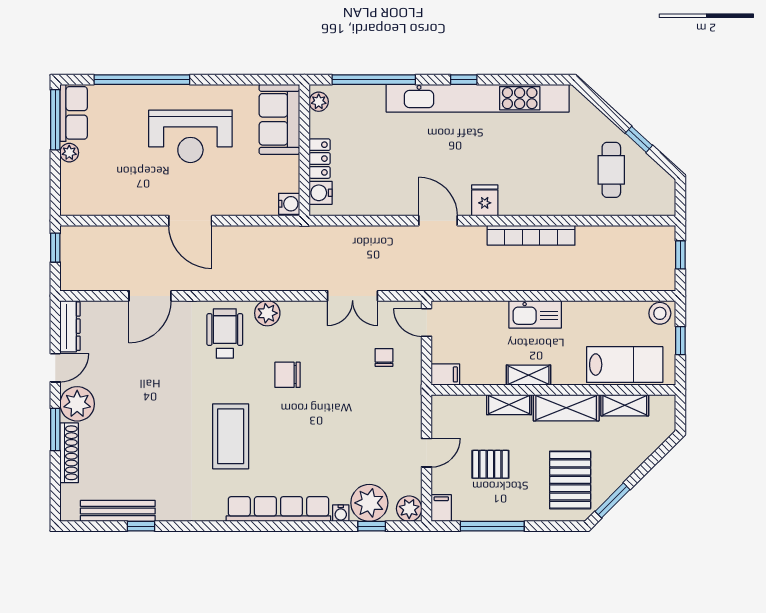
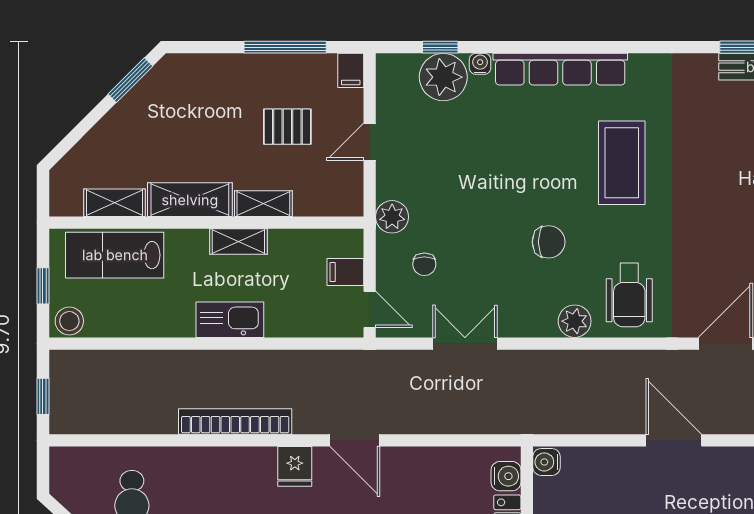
filing cabinet: (445, 374) -> (345, 272), moved
pallet: (570, 480) -> (185, 107), removed
plant: (409, 509) -> (392, 217), moved

